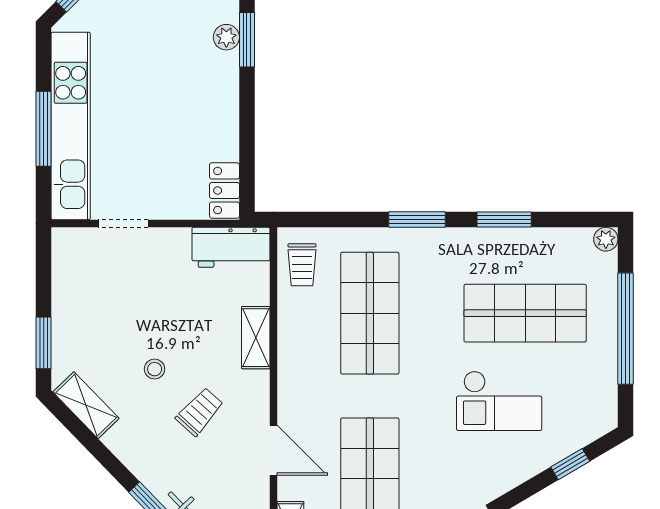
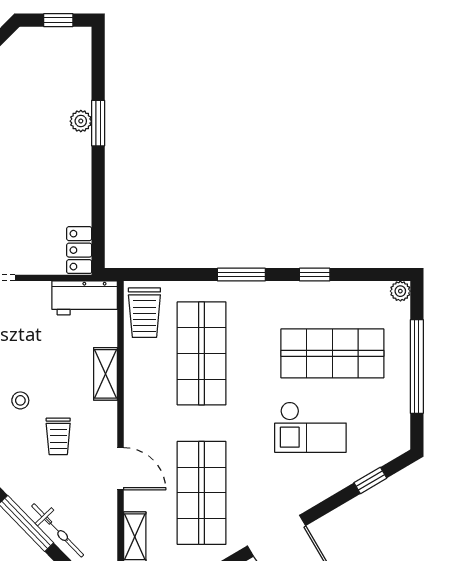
window: (504, 220) -> (315, 275), width x0.67
trolley: (302, 265) -> (144, 313), width x1.36, depth x1.39
trolley: (200, 412) -> (58, 436), turned 138

